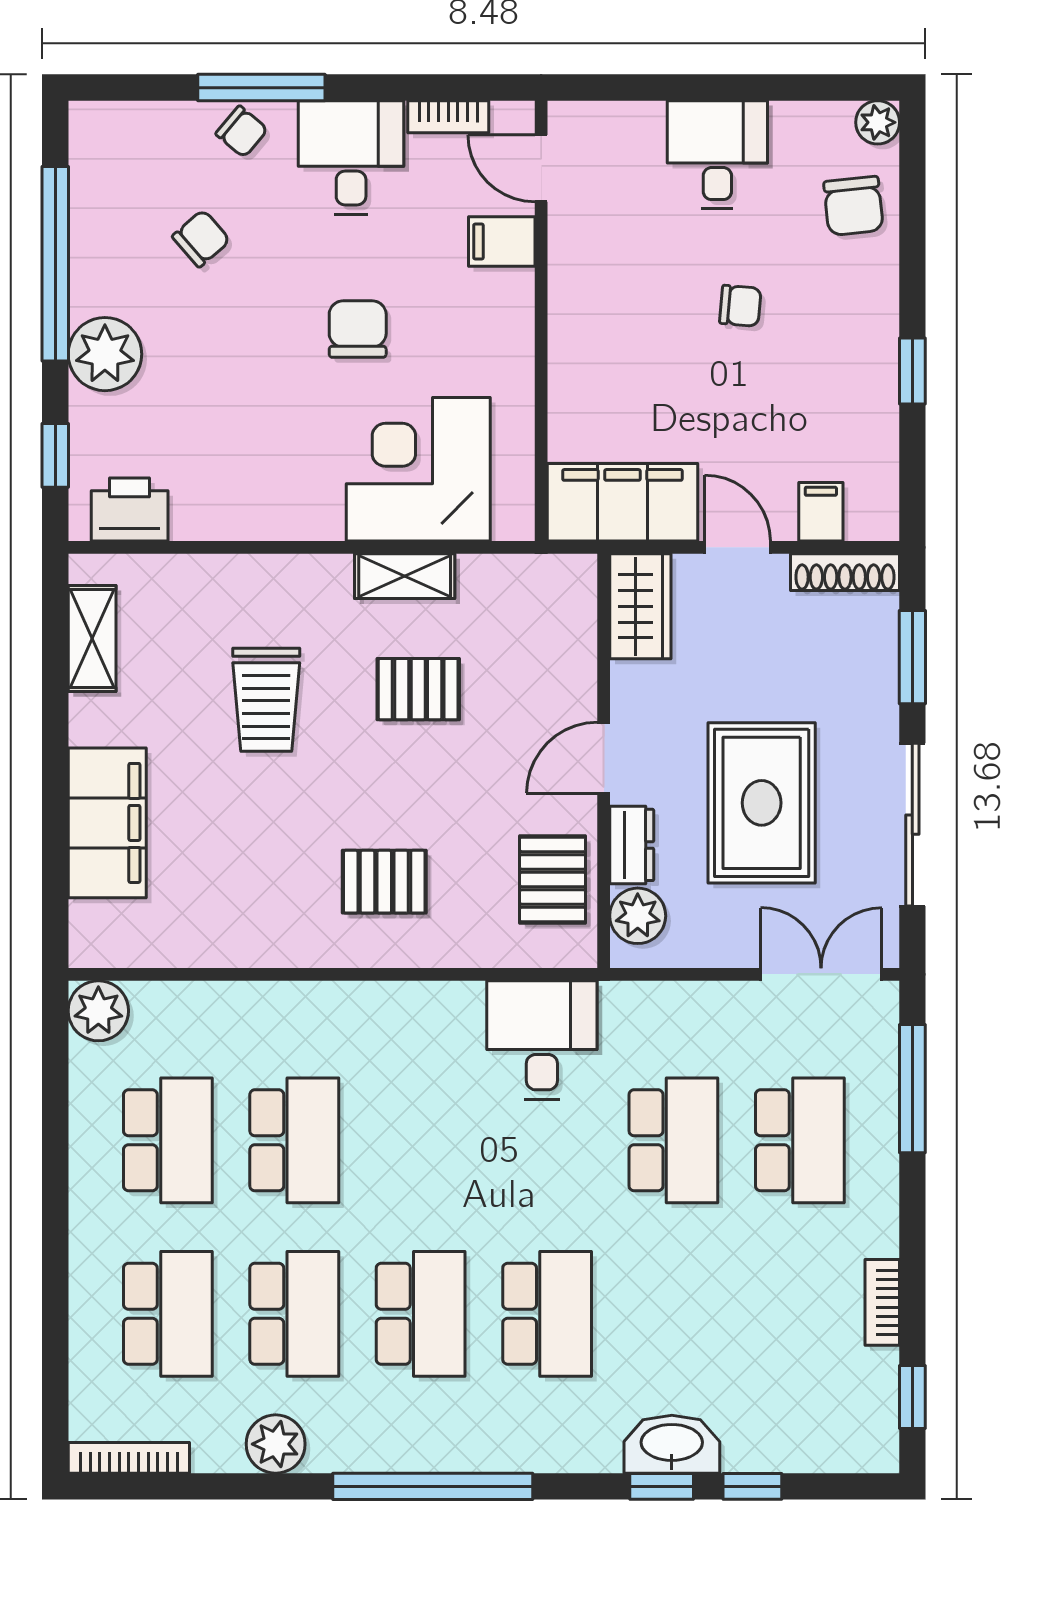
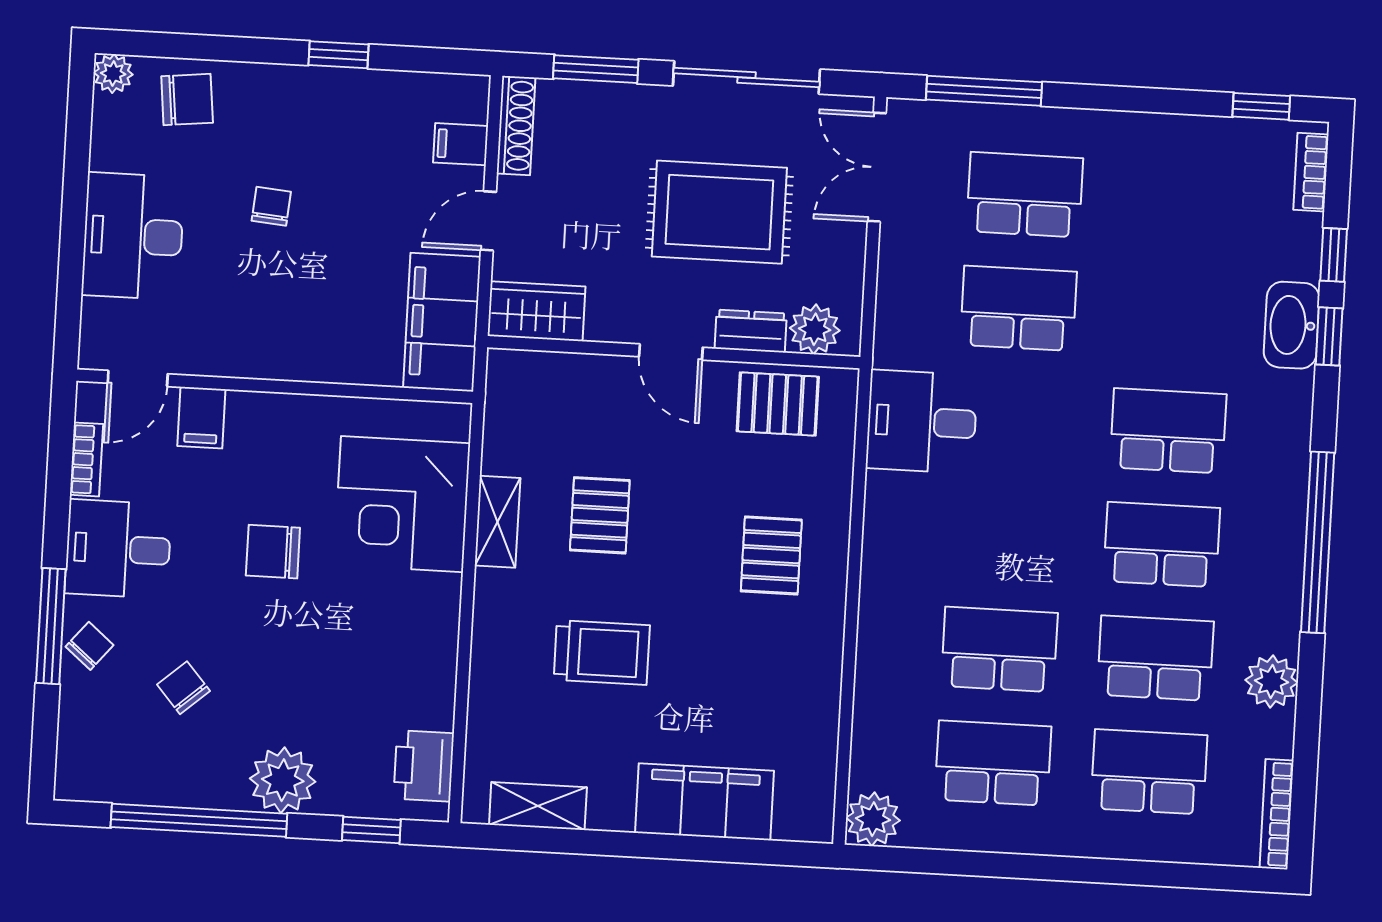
desk: (717, 154) -> (133, 236), width x1.37
bookcase: (882, 1302) -> (1311, 172), moved, turned 90

